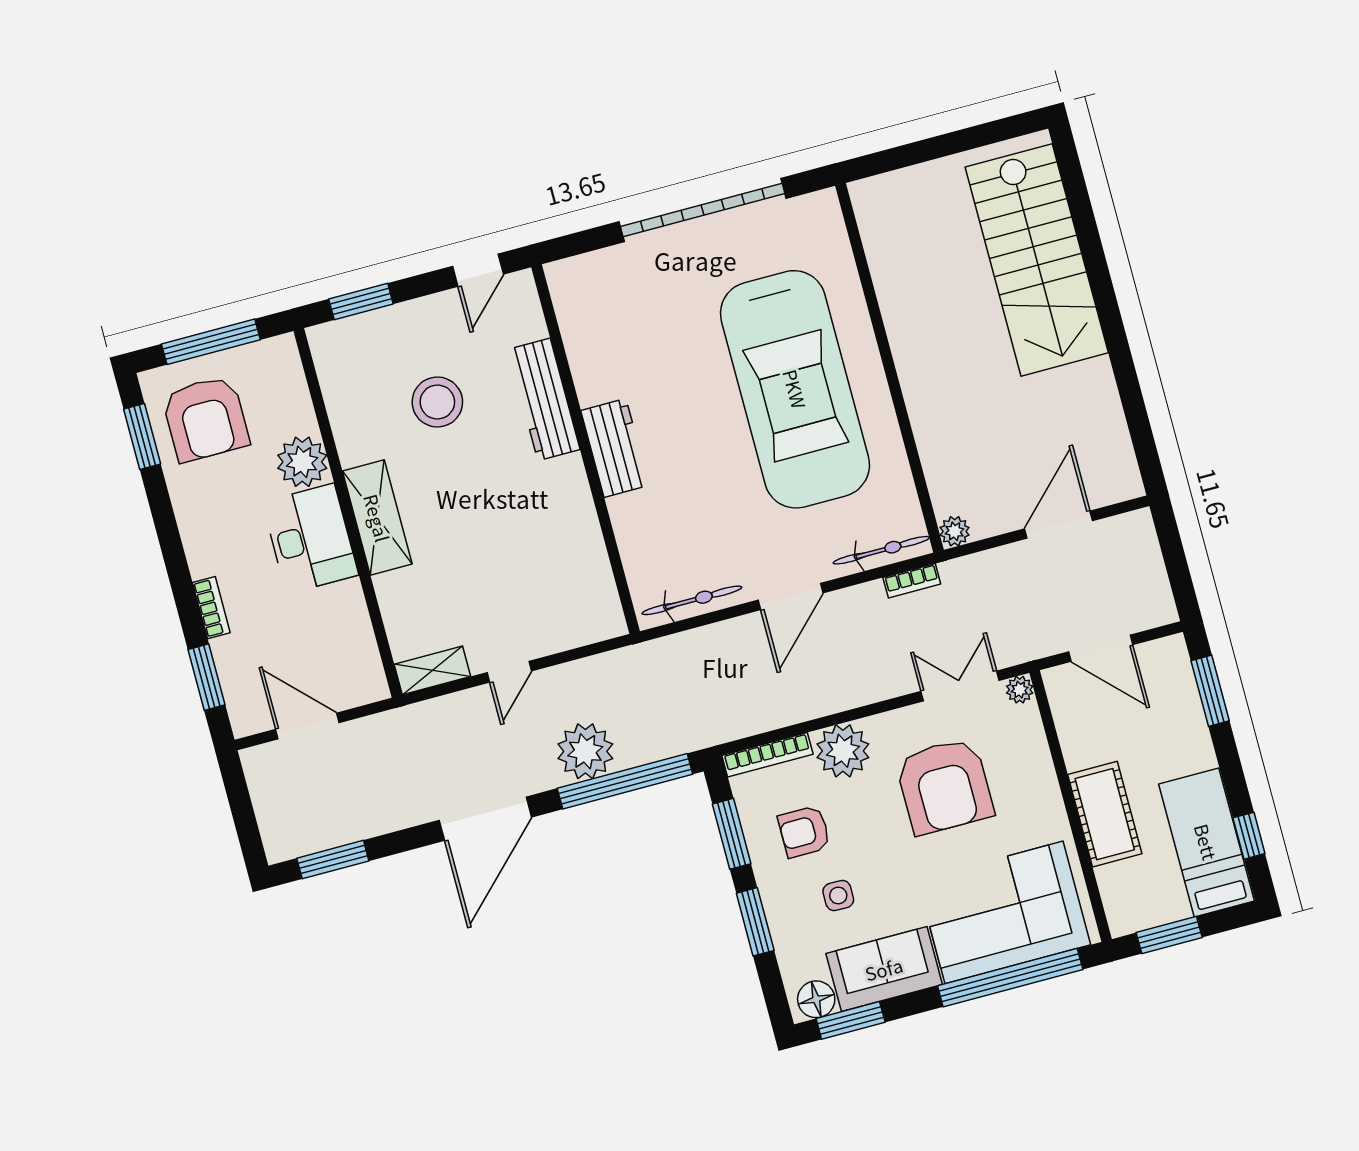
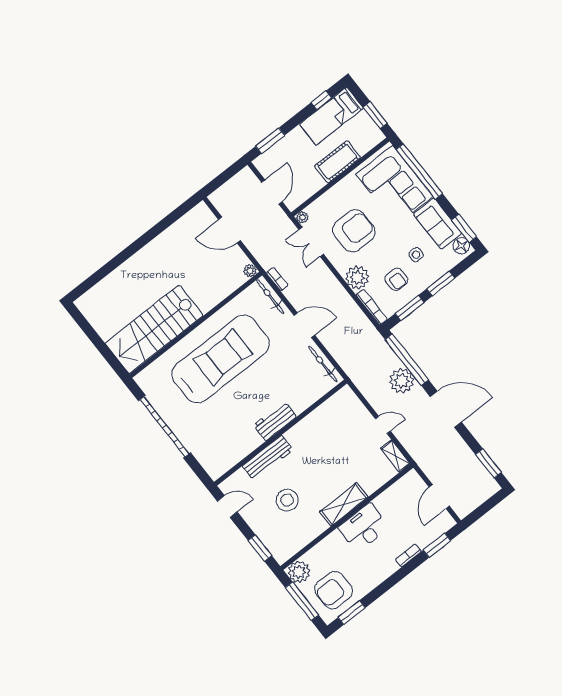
stairs: (1037, 260) -> (154, 329), moved, turned 180
armchair: (206, 419) -> (334, 590), turned 180
plant: (302, 462) -> (299, 572), moved

